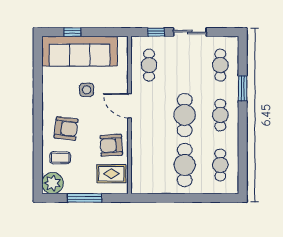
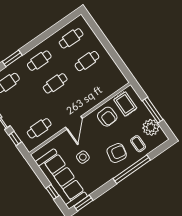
window: (38, 57) -> (83, 203), added
cafe table: (185, 115) -> (55, 83), width x0.73, depth x0.74
armchair: (66, 128) -> (117, 153), turned 94
window: (38, 132) -> (132, 169), added
cafe table: (185, 165) -> (87, 61), width x0.73, depth x0.74
plant: (53, 183) -> (151, 127), moved

